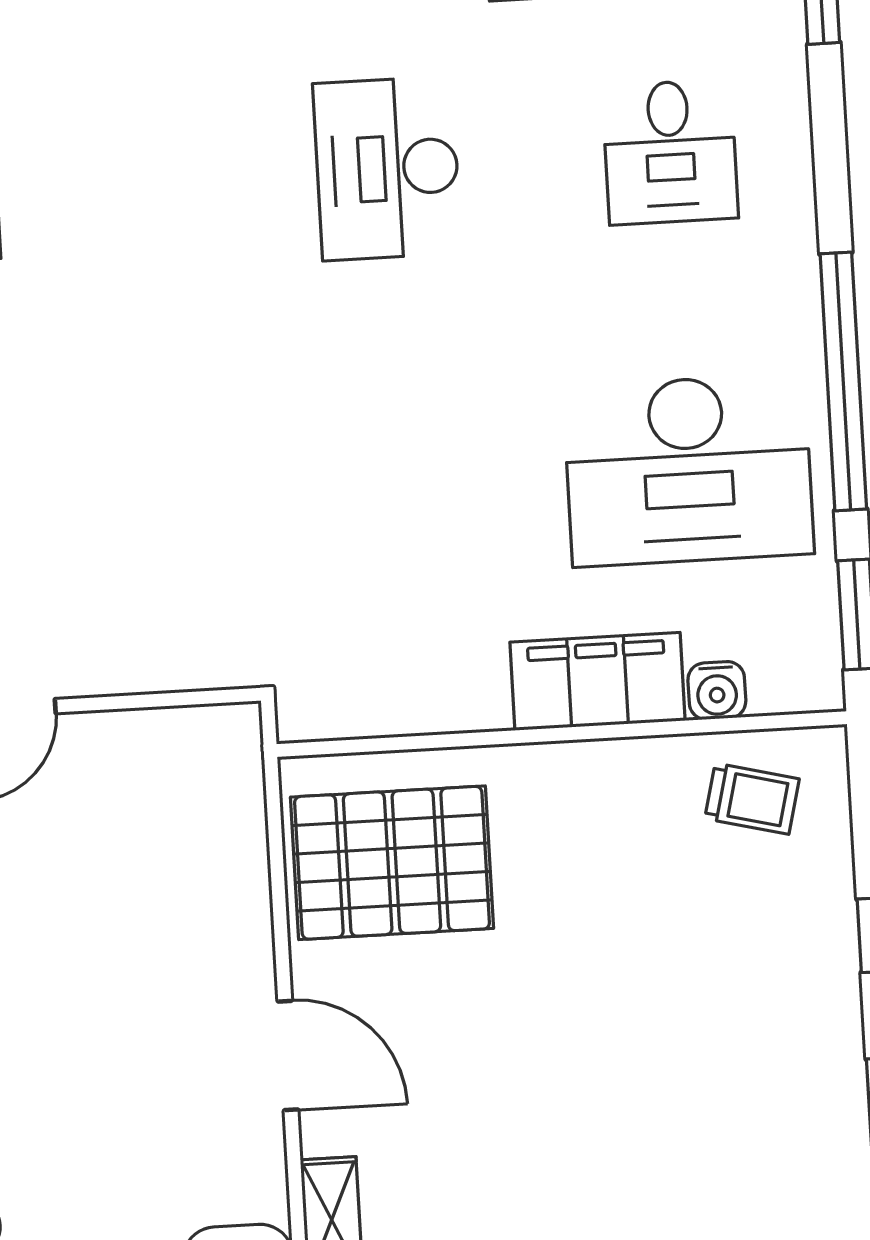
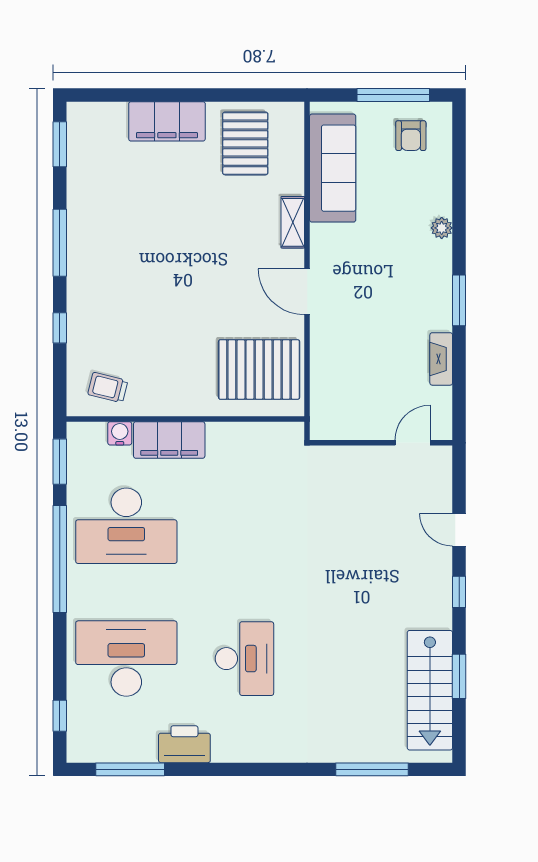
desk: (670, 152) -> (126, 659), width x1.87, depth x1.30
desk: (688, 470) -> (126, 526), turned 180

